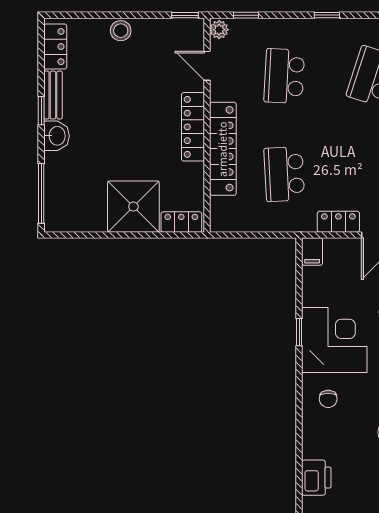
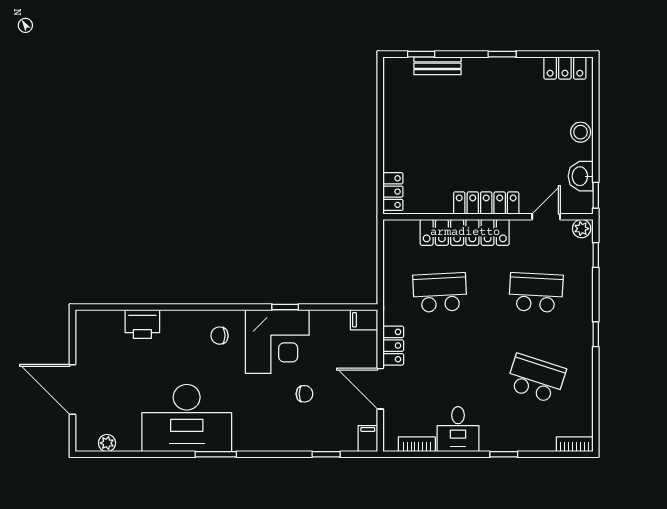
bench: (53, 95) -> (437, 66), moved
washbasin: (56, 136) -> (581, 176), moved, turned 90
window: (41, 193) -> (421, 54), width x0.46
shower: (133, 207) -> (408, 145), removed

